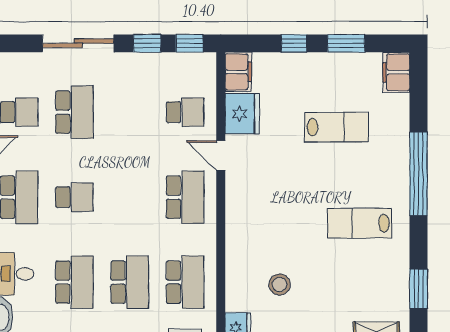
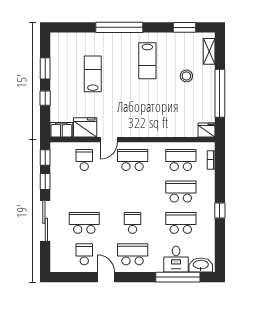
filing cabinet: (396, 72) -> (62, 40), removed
stool: (280, 284) -> (186, 76), moved

